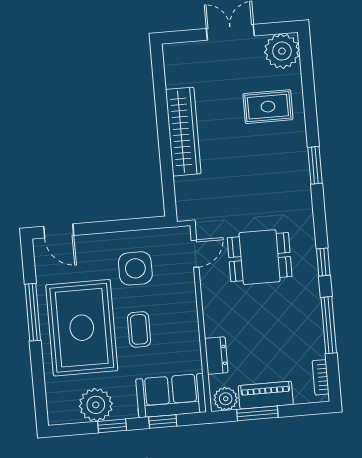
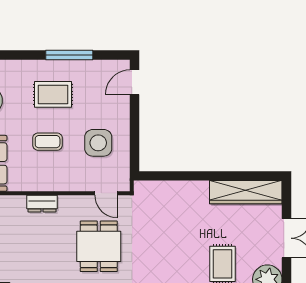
wardrobe: (183, 132) -> (246, 192), moved
rug: (82, 328) -> (53, 94), width x0.54, depth x0.49
dresser: (216, 356) -> (42, 204), moved

